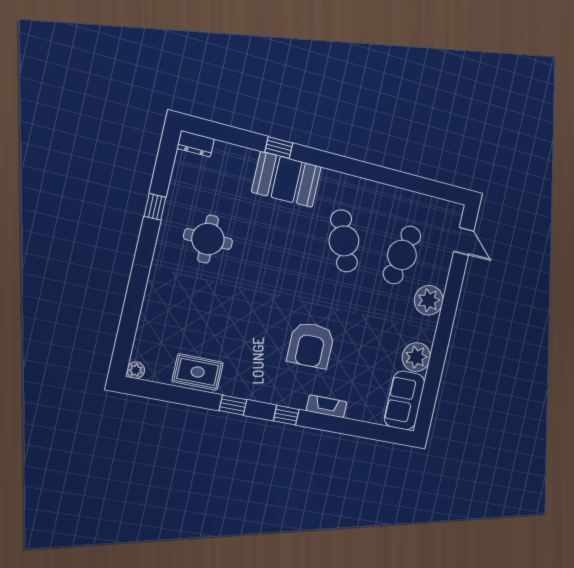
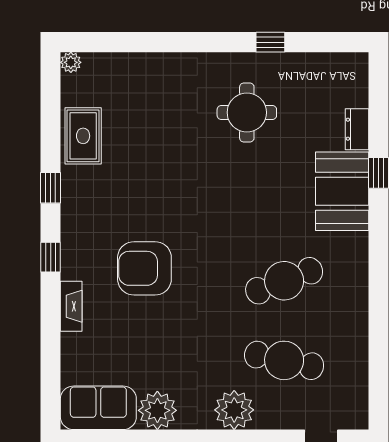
dresser: (196, 144) -> (357, 129), moved

